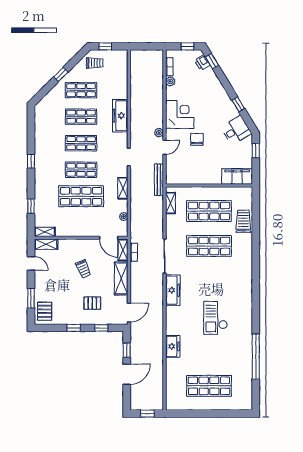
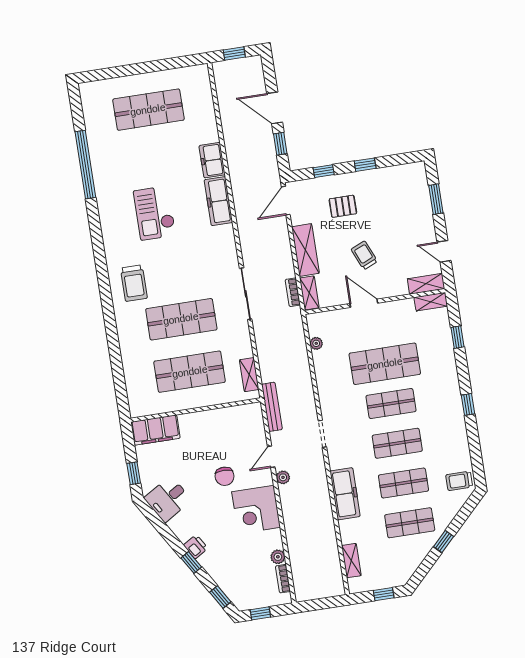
trolley: (95, 63) -> (459, 481), moved
printer: (202, 63) -> (196, 547), moved
window: (238, 104) -> (191, 563), moved
shelving: (123, 188) -> (351, 561), moved
trolley: (243, 221) -> (134, 283), moved
door: (109, 238) -> (364, 303), moved
freezer: (173, 290) -> (218, 201), moved
pallet: (45, 311) -> (412, 183), removed
checkout: (216, 318) -> (155, 213), turned 180
door: (127, 374) -> (275, 108), hinge flipped

